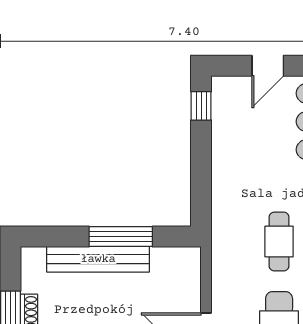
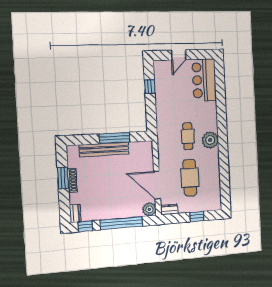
window: (201, 106) -> (150, 86), moved

